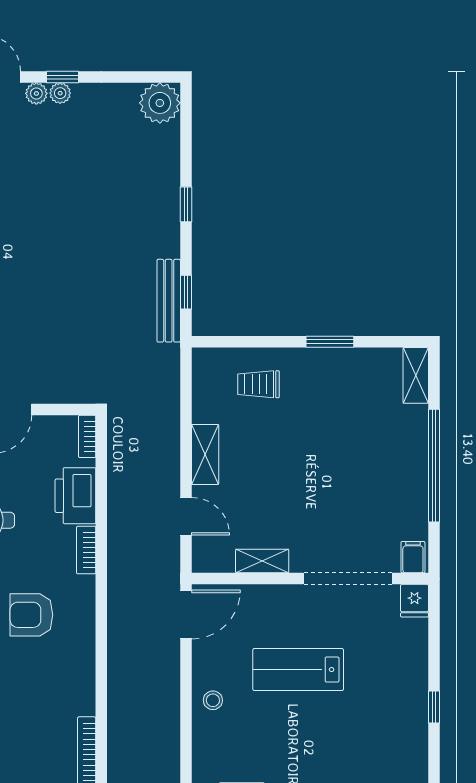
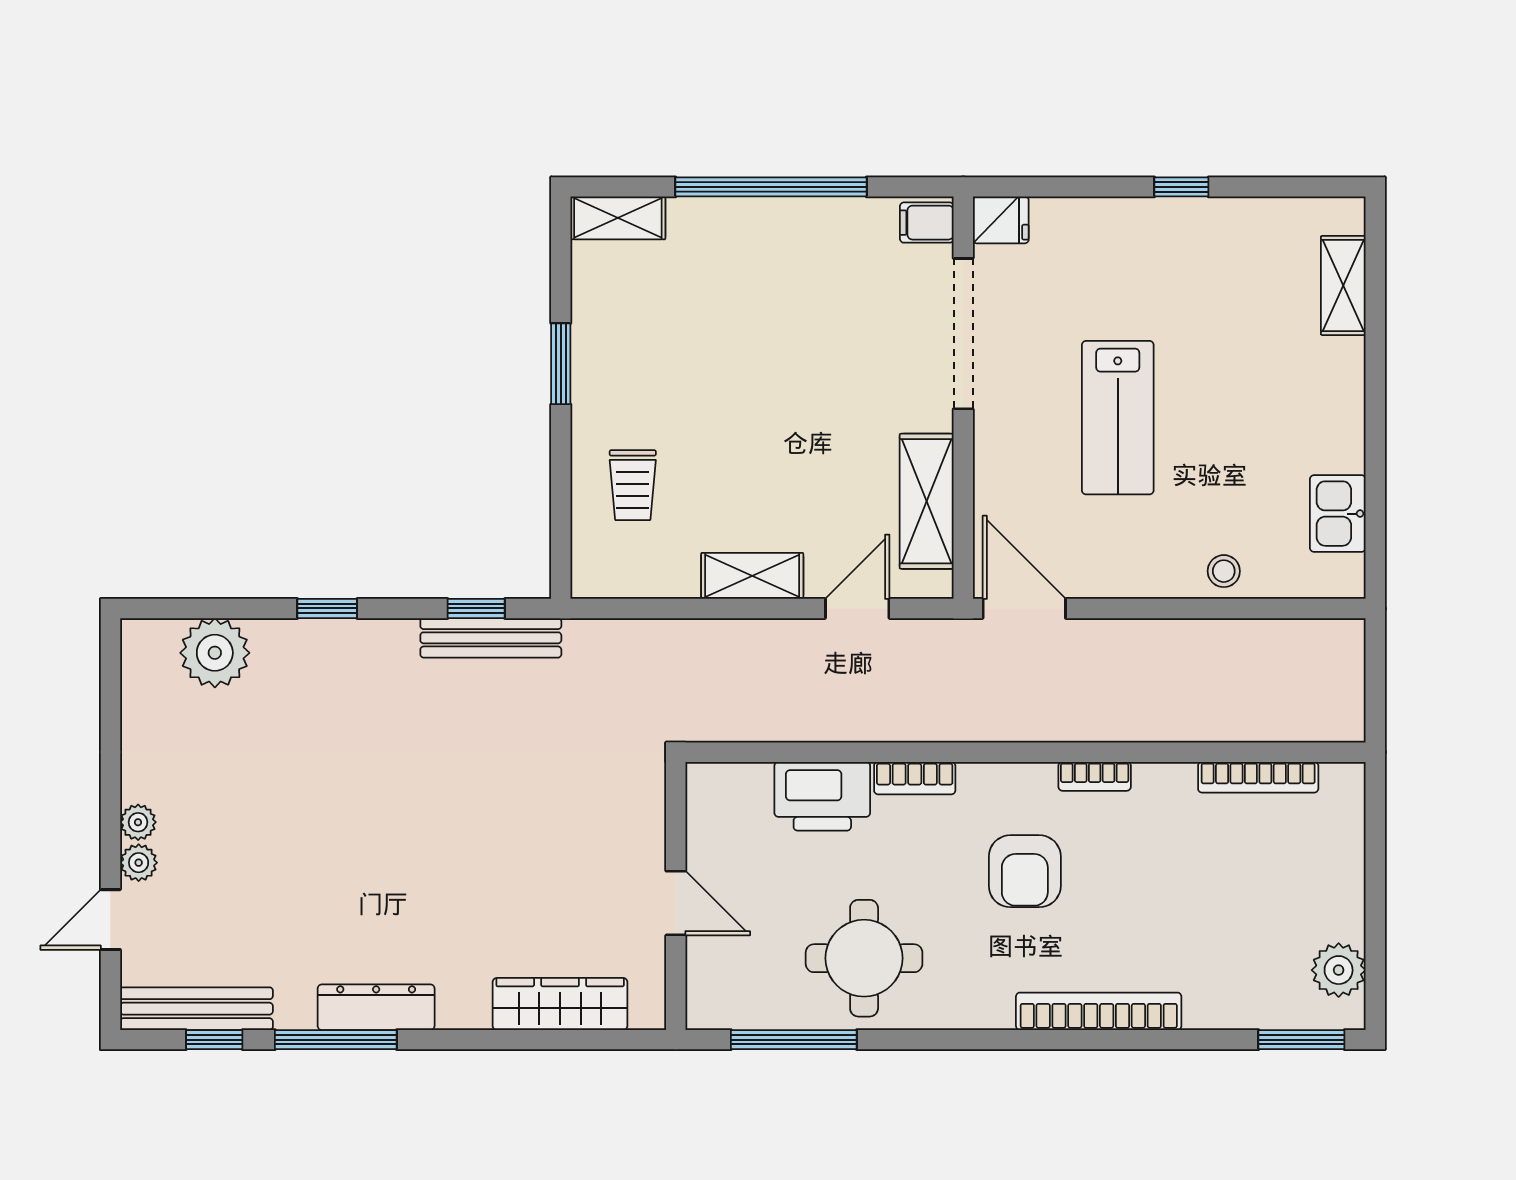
window: (63, 77) -> (110, 818), removed
plant: (160, 103) -> (215, 653), moved
bookcase: (87, 436) -> (1095, 776), moved
shelving: (262, 561) -> (927, 501), width x1.50, depth x1.33
stool: (213, 700) -> (1224, 571), moved

